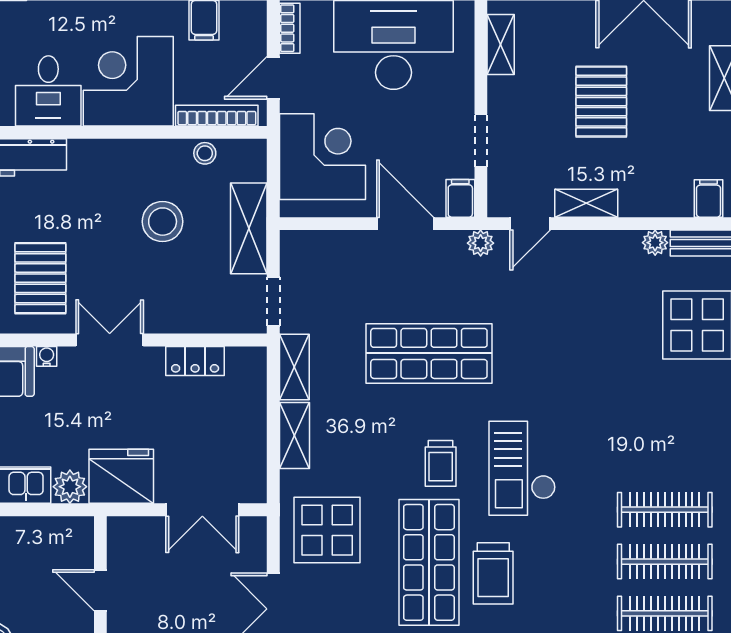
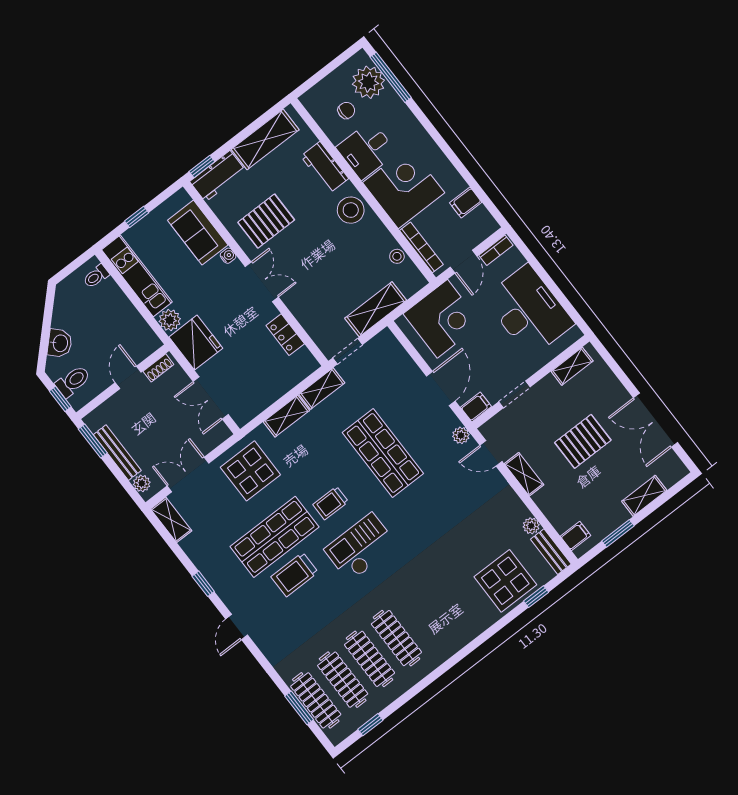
door: (273, 78) -> (464, 262), swing flipped
stool: (163, 222) -> (351, 210), moved
shoe rack: (117, 545) -> (158, 368), added

